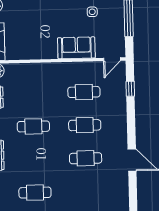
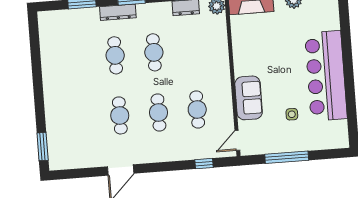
door: (112, 59) -> (237, 140), hinge flipped
cafe table: (35, 193) -> (115, 55), moved

